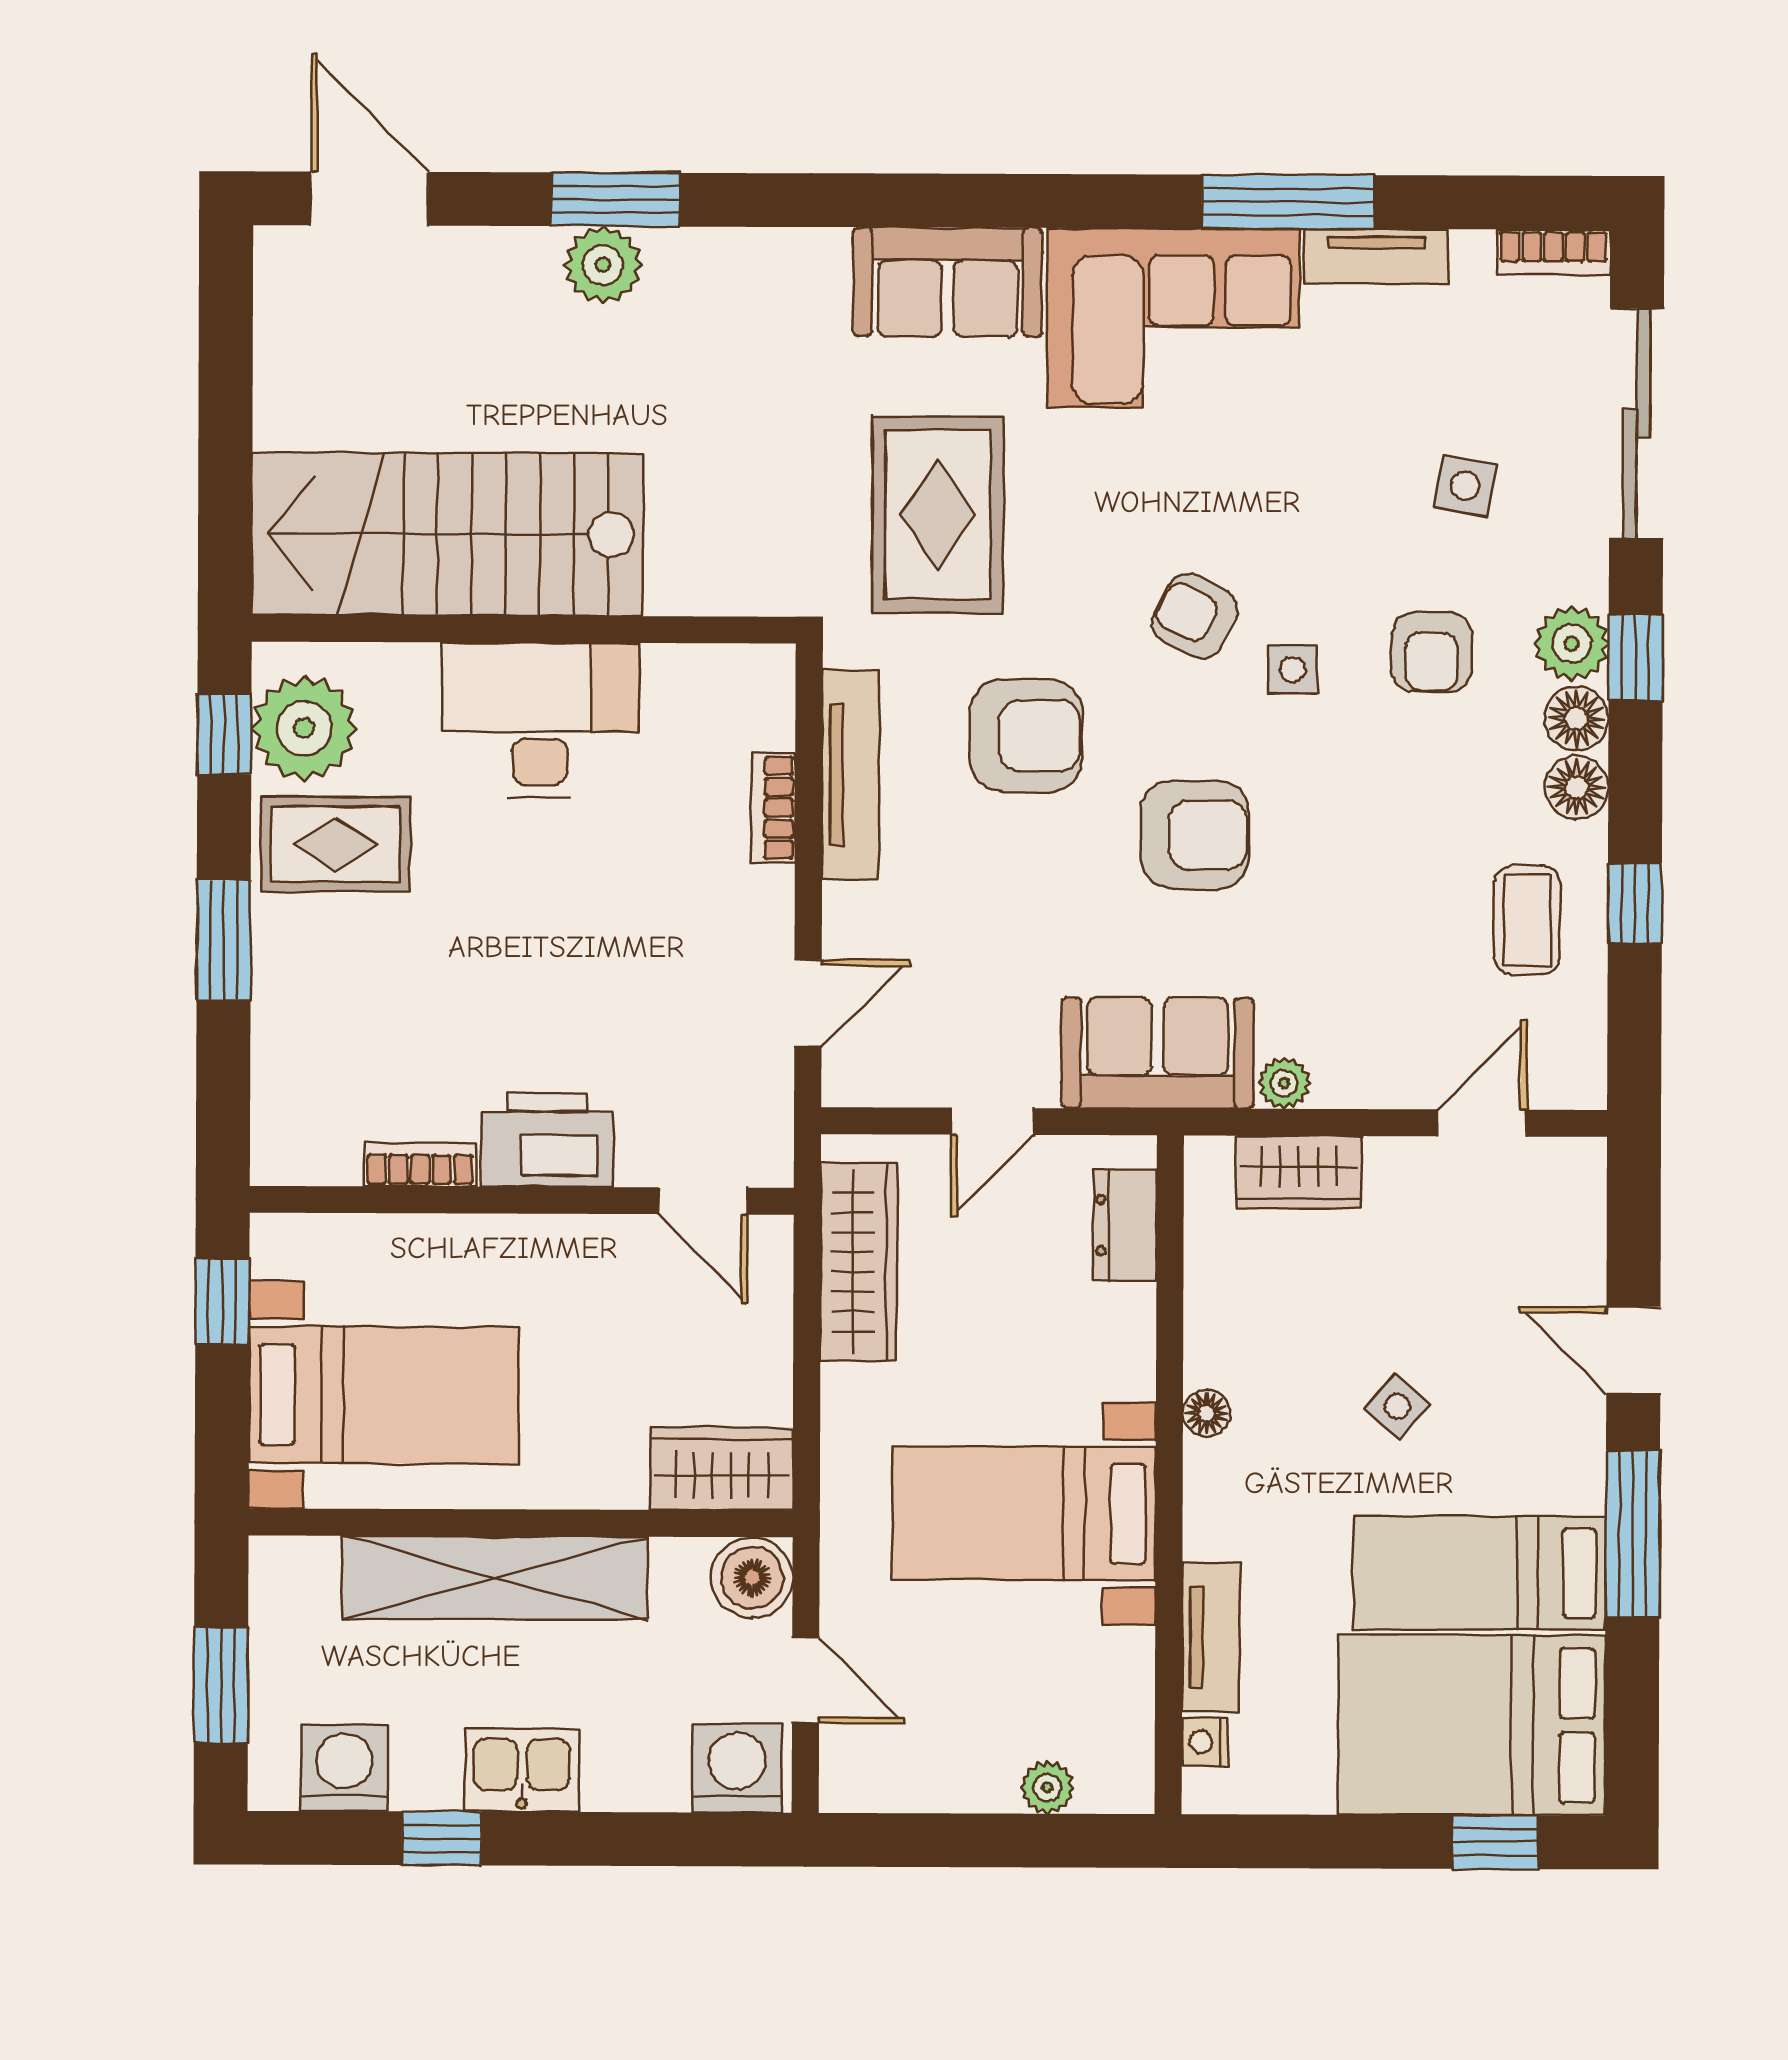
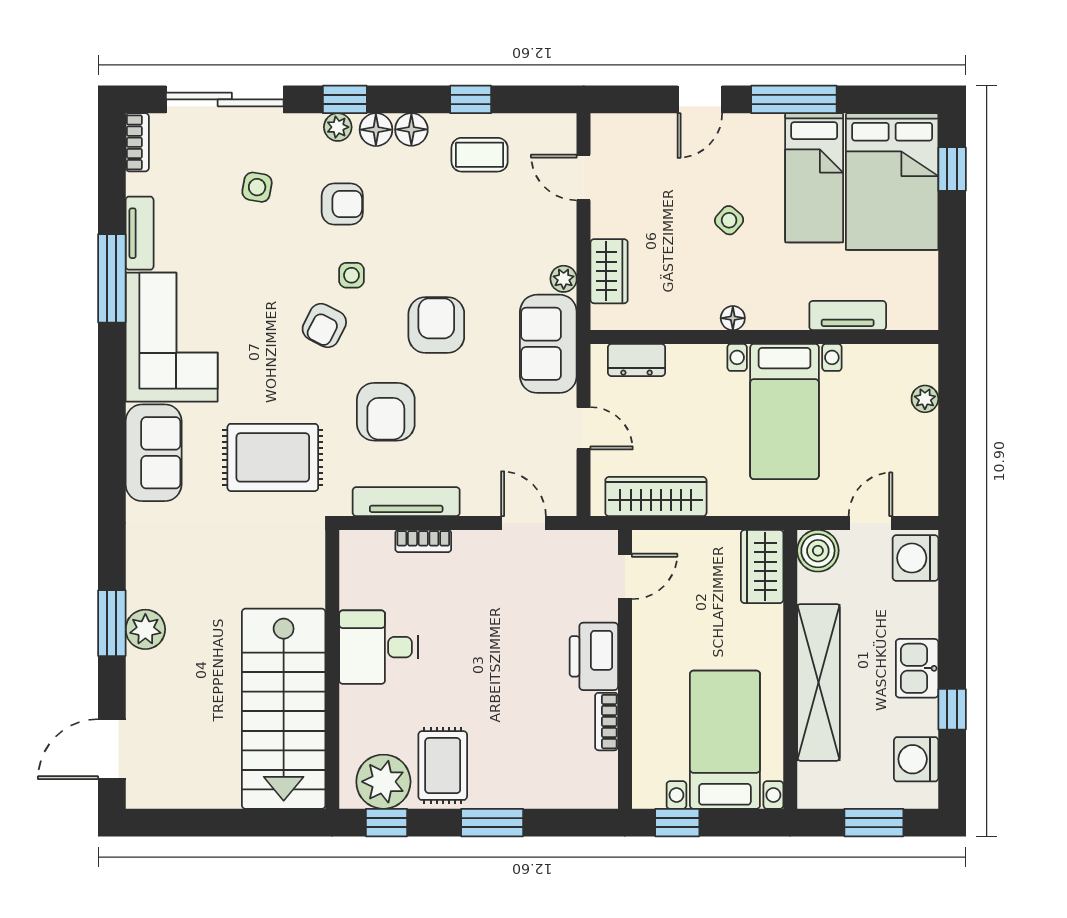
plant: (1572, 644) -> (338, 127), width x0.73, depth x0.73
desk: (540, 720) -> (379, 647), width x0.73
armchair: (1026, 736) -> (386, 412), turned 180
nightstand: (1205, 1742) -> (901, 318), removed

